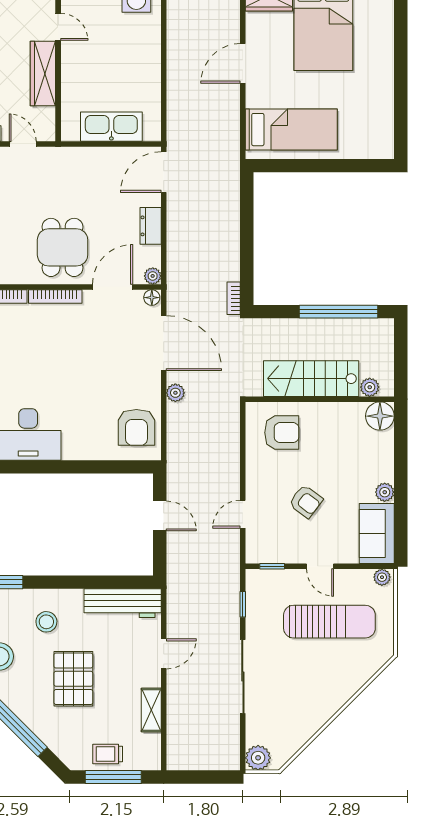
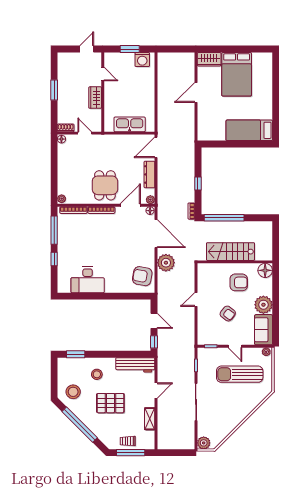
wardrobe: (43, 74) -> (95, 98), width x0.67
bed: (291, 130) -> (249, 130), moved, turned 180
dresser: (151, 226) -> (149, 174), width x1.44
window: (247, 244) -> (198, 184), added
window: (338, 312) -> (224, 218), moved
plant: (370, 387) -> (260, 256), removed
plant: (175, 393) -> (166, 263), width x1.88, depth x1.88
armchair: (136, 427) -> (142, 276), turned 100
armchair: (282, 433) -> (239, 282), moved
plant: (385, 492) -> (263, 305), width x1.88, depth x1.88
door: (243, 514) -> (196, 300), moved
window: (160, 557) -> (154, 342), added
sun lounger: (329, 622) -> (240, 374), turned 180
pallet: (73, 679) -> (110, 403), turned 90

